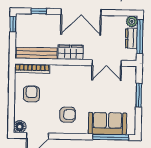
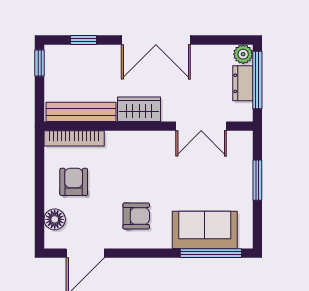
floor lamp: (20, 127) -> (55, 219), moved

